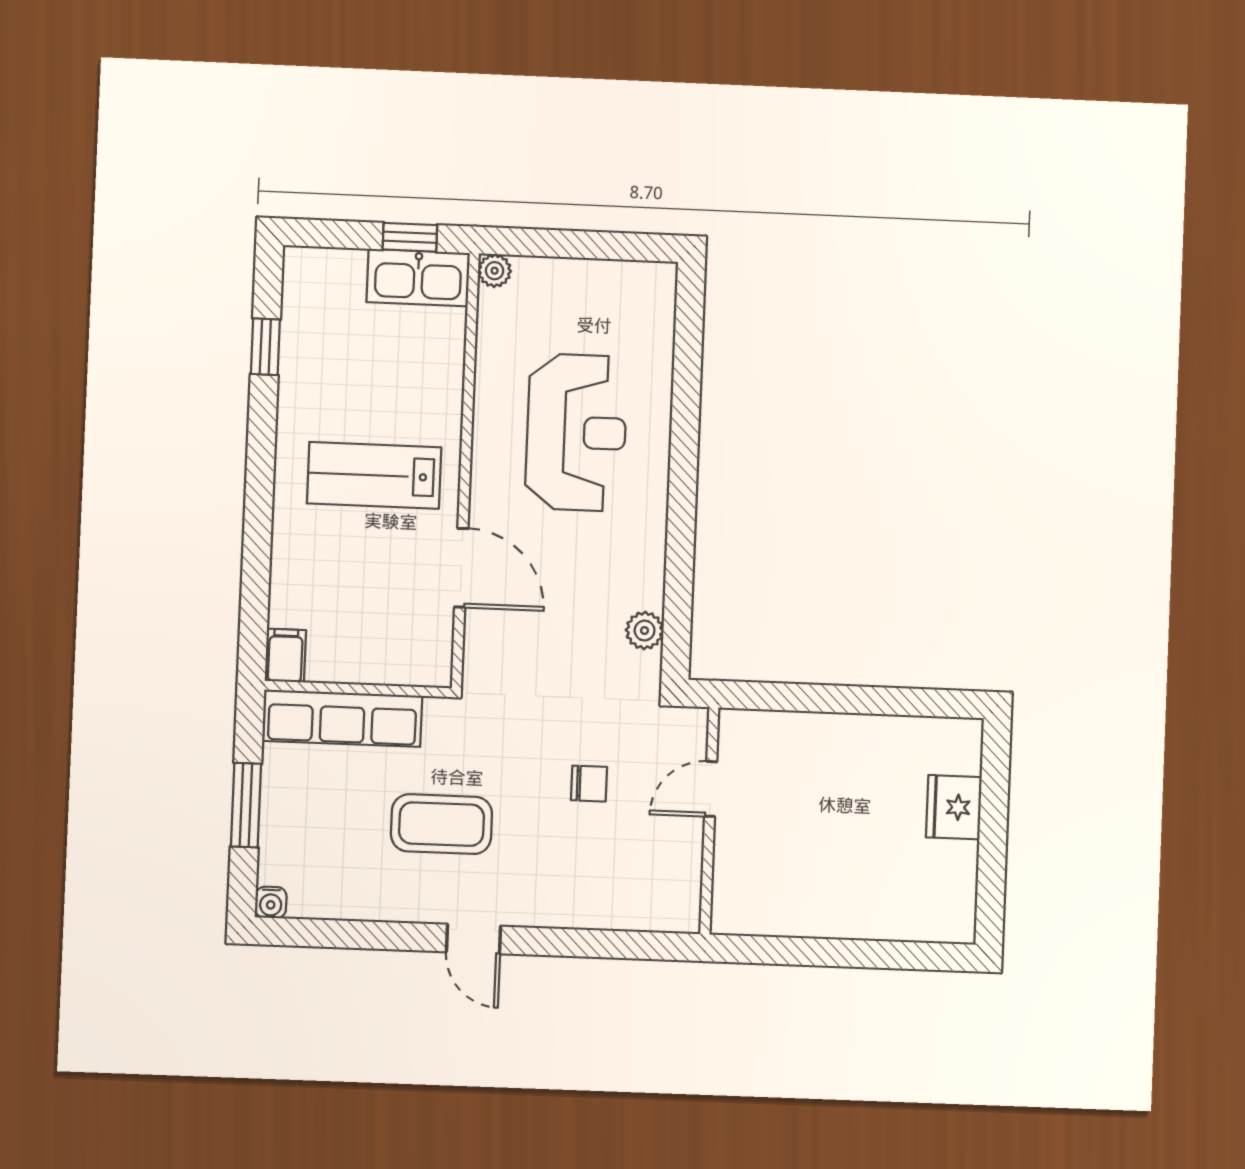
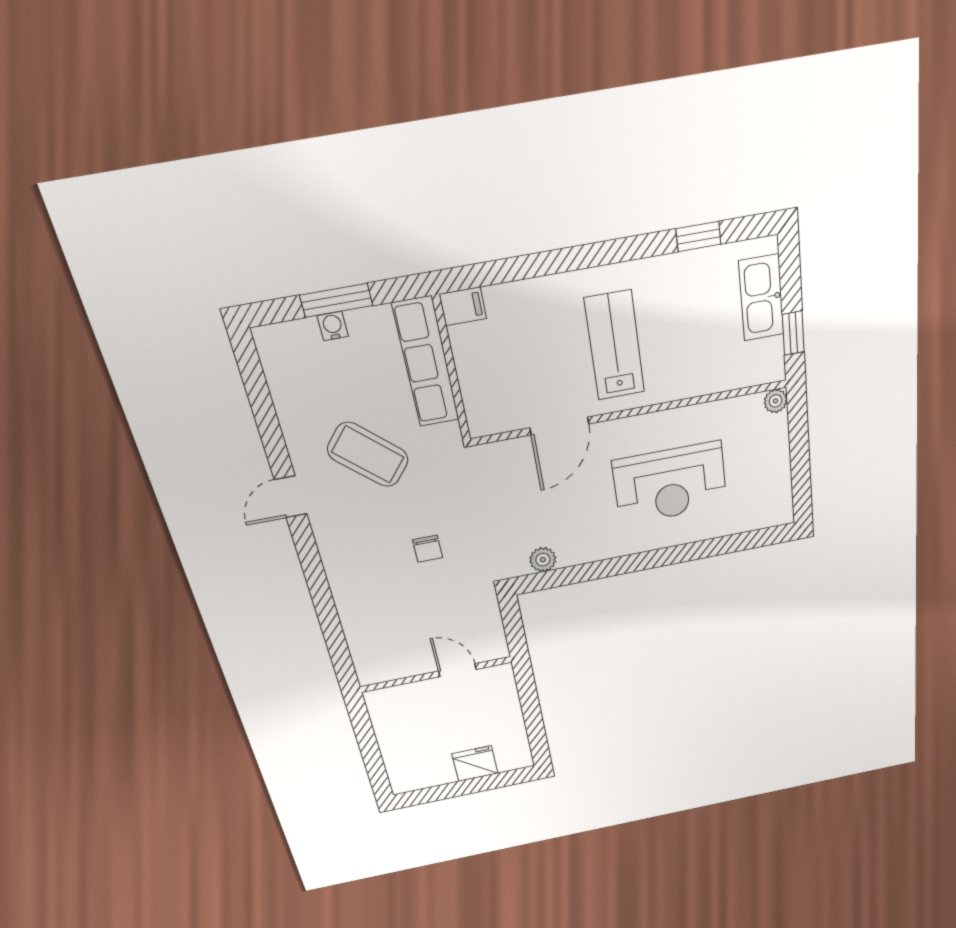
kitchen sink: (418, 278) -> (761, 298), moved
door: (711, 789) -> (457, 670), moved
wall: (709, 821) -> (436, 674), moved
coffee table: (441, 824) -> (368, 455), turned -49
water cooler: (271, 902) -> (333, 326), moved, turned 90

